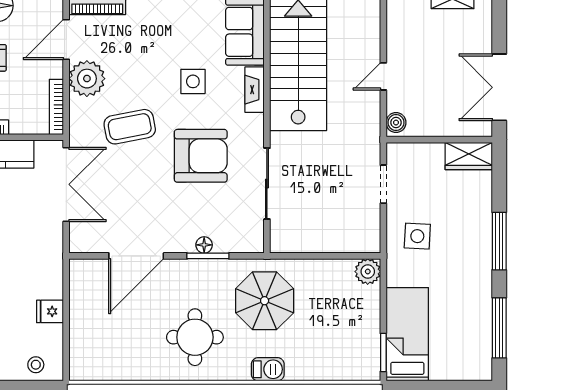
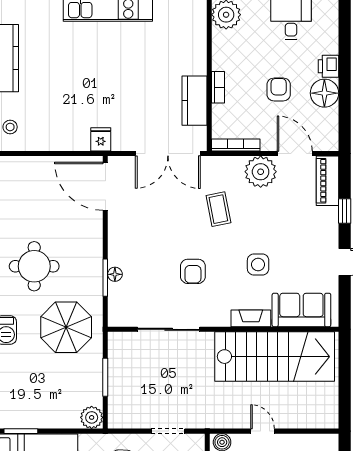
coffee table: (130, 127) -> (218, 209), width x0.73, depth x0.77
armchair: (201, 156) -> (193, 271), width x0.53, depth x0.53
door: (136, 256) -> (105, 186), moved
window: (322, 256) -> (105, 377), added
fridge: (50, 311) -> (101, 139), moved

